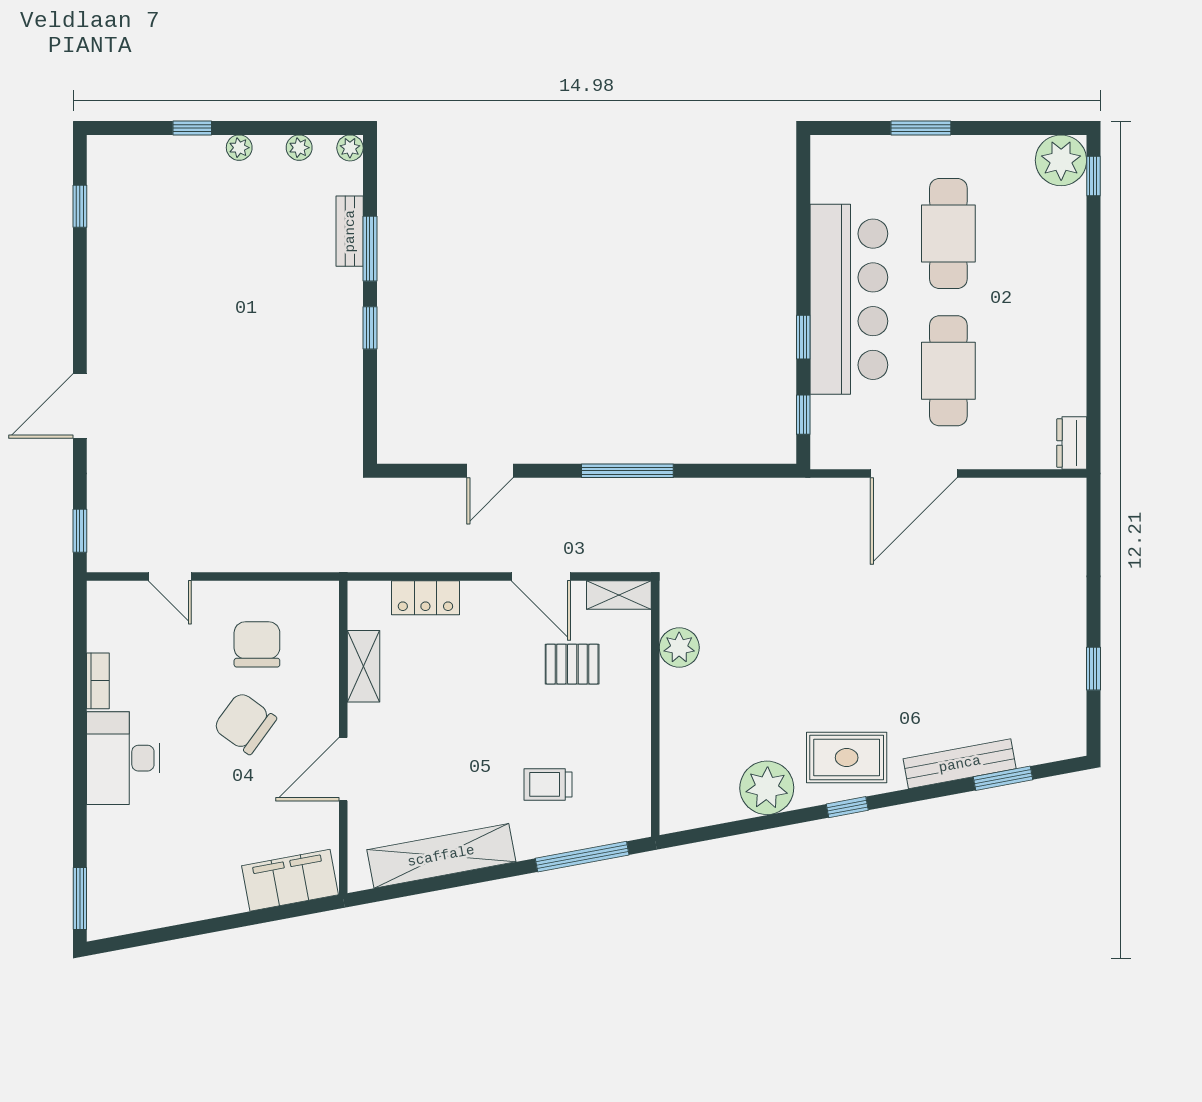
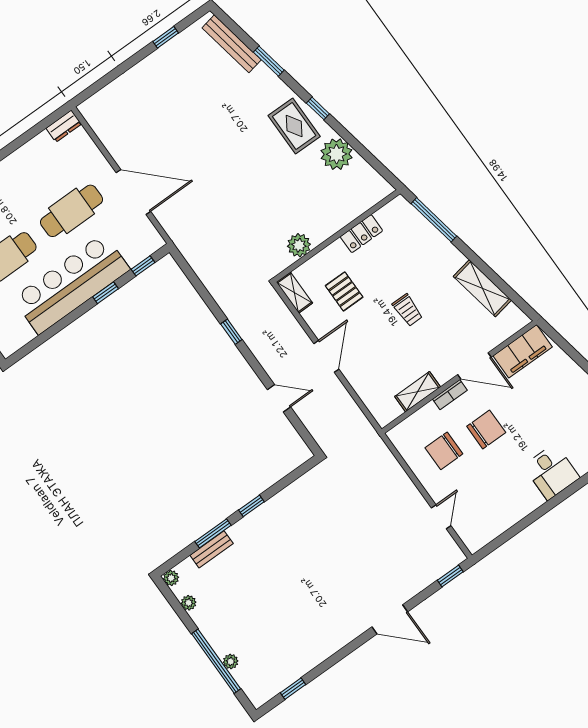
window: (192, 128) -> (216, 661), width x3.17
plant: (239, 148) -> (231, 662), moved
window: (627, 471) -> (231, 332), width x0.46
door: (541, 576) -> (326, 356), moved
locker: (425, 598) -> (361, 234), moved, turned 90
bookcase: (98, 681) -> (450, 395), moved, turned 180
chair: (245, 723) -> (486, 429), turned -126
desk: (123, 758) -> (551, 472), width x0.73
bench: (960, 764) -> (232, 44), moved
window: (1003, 778) -> (269, 61), moved
trolley: (548, 784) -> (408, 310), moved
shelving: (441, 856) -> (482, 288), width x0.68
filing cabinet: (290, 880) -> (523, 351), moved, turned -79

